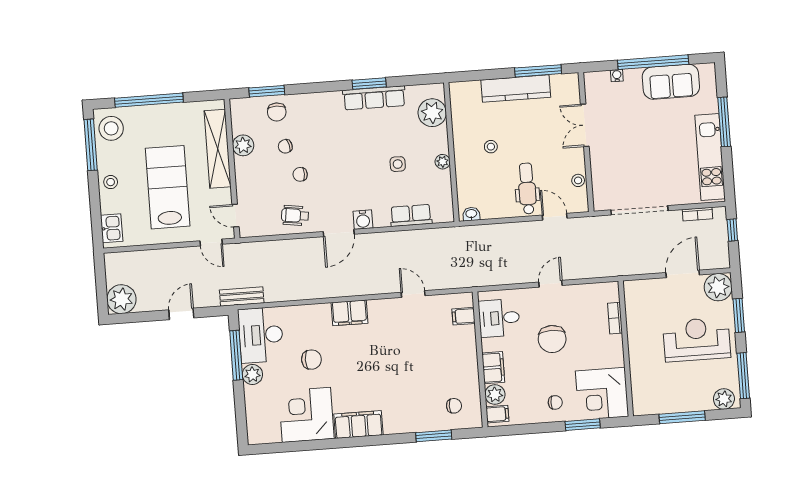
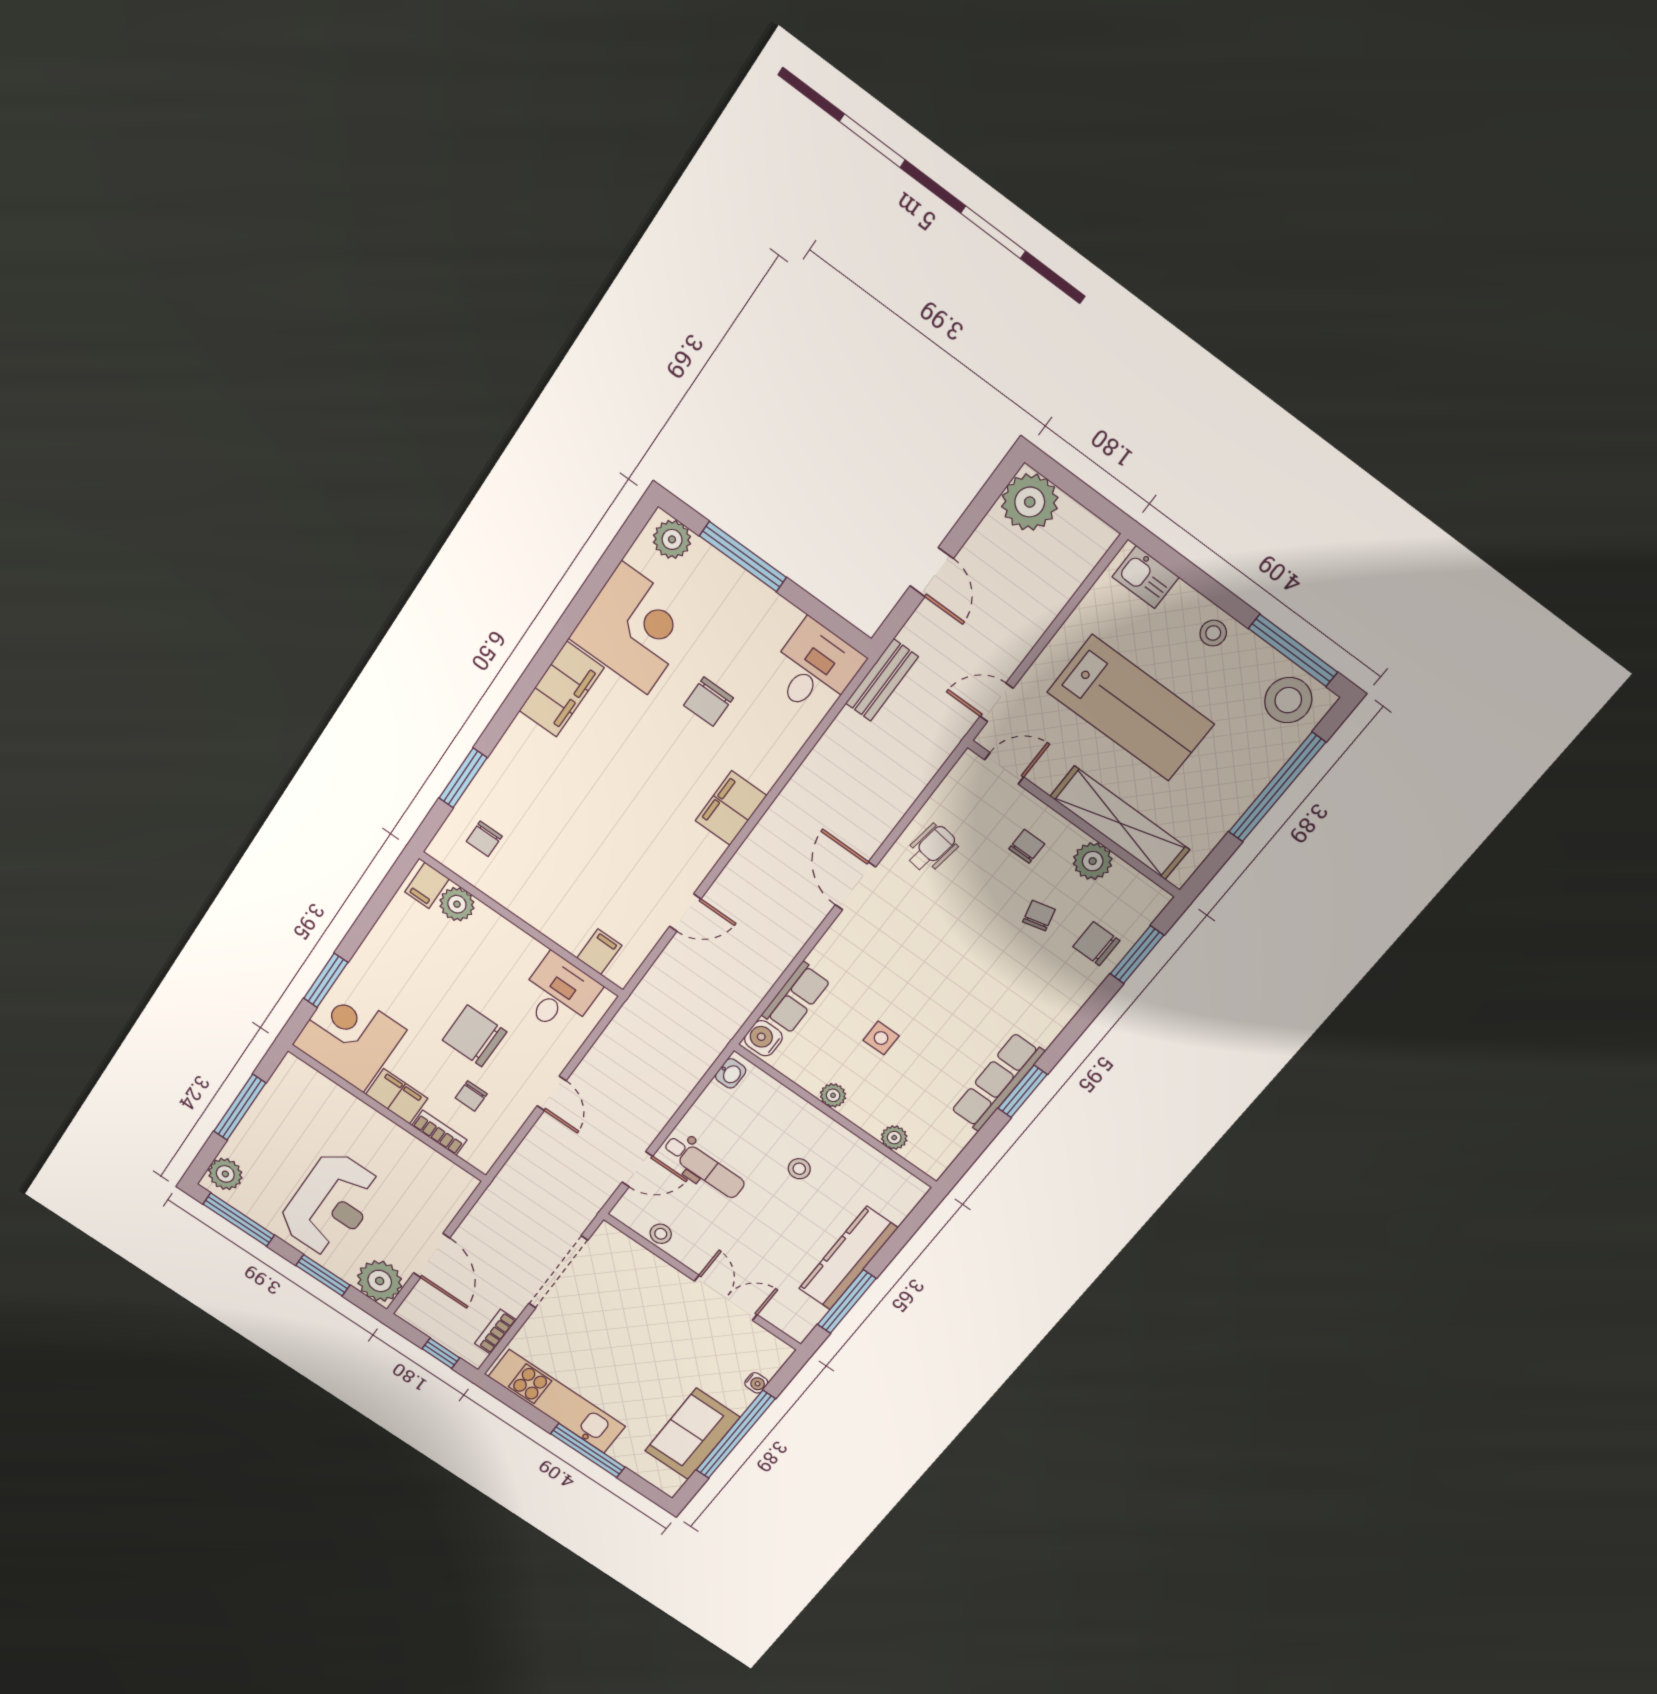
plant: (432, 113) -> (894, 1138), width x0.53, depth x0.53
chair: (300, 174) -> (1027, 846), moved
water cooler: (363, 220) -> (763, 1038), moved
desk: (261, 335) -> (815, 668), width x0.73
window: (236, 355) -> (743, 557), moved
filing cabinet: (493, 368) -> (397, 1096), moved, turned 180
plant: (252, 375) -> (672, 539), moved
chair: (555, 402) -> (471, 1096), moved

